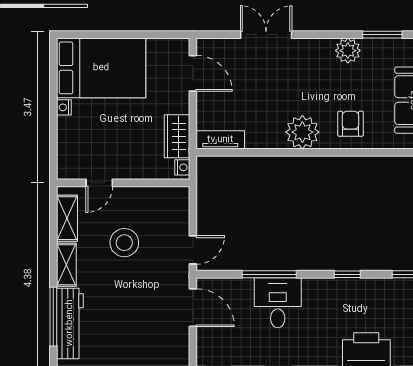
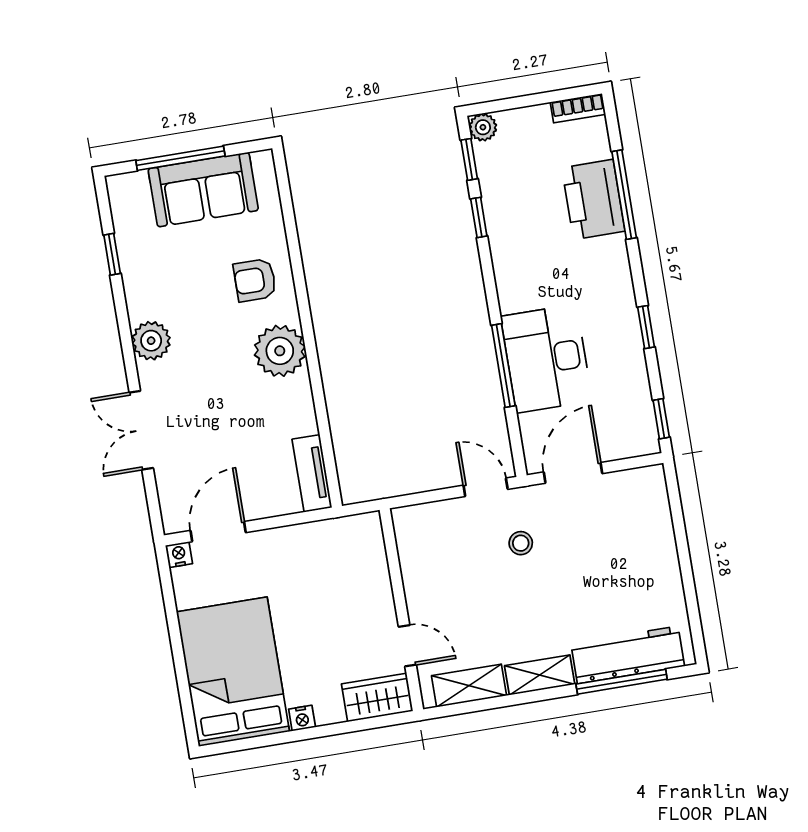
window: (382, 35) -> (112, 254), width x0.67
plant: (348, 51) -> (151, 341), moved
wardrobe: (177, 136) -> (377, 698), moved, turned 180
nightstand: (182, 167) -> (179, 555), moved
stool: (124, 243) -> (521, 543), moved, width x0.53, depth x0.53
window: (347, 274) -> (479, 217), moved
desk: (278, 303) -> (546, 359), width x1.37

